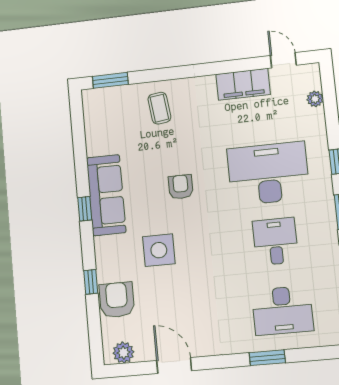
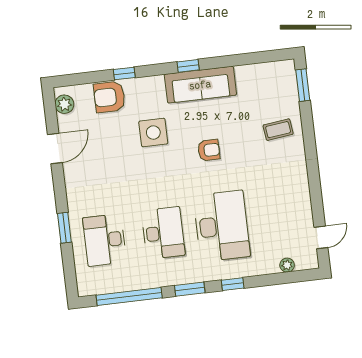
filing cabinet: (243, 84) -> (300, 203), removed
desk: (275, 241) -> (163, 233), width x1.37
armchair: (117, 300) -> (109, 97), turned 180

